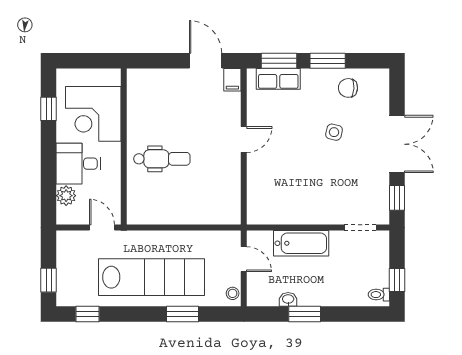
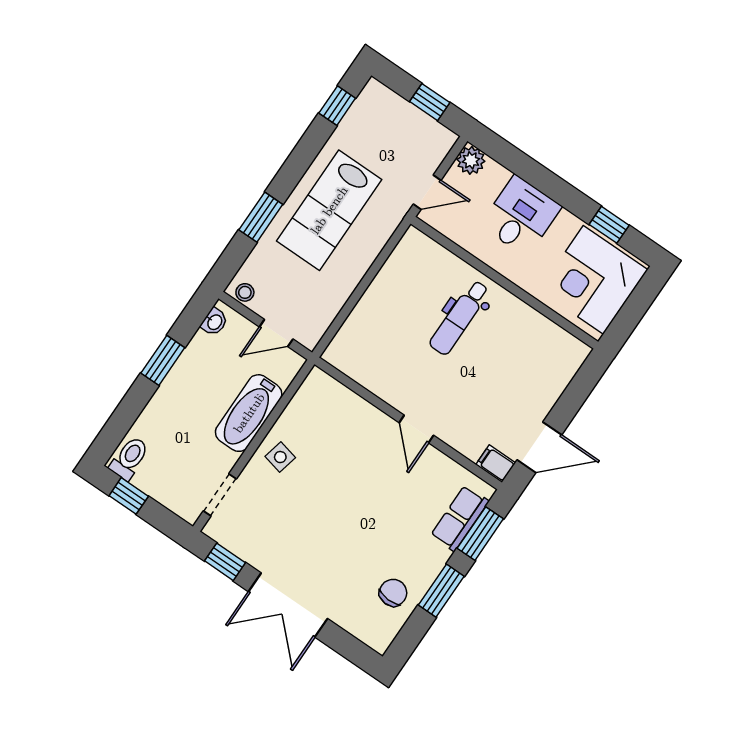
corner desk: (93, 114) -> (593, 280), moved, turned -90
side table: (334, 132) -> (280, 457), moved
plant: (66, 196) -> (471, 160), moved
lab bench: (151, 277) -> (329, 210), width x0.73
window: (49, 280) -> (430, 102), moved
toilet: (379, 295) -> (129, 458), width x1.37, depth x1.39
washbasin: (288, 299) -> (214, 322), moved

